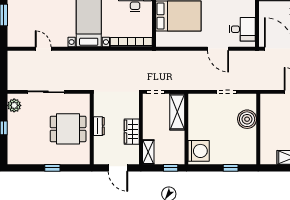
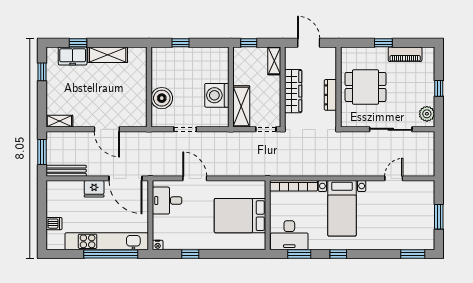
door: (43, 49) -> (394, 178), swing flipped
dresser: (99, 126) -> (330, 95), width x1.44
wardrobe: (132, 132) -> (293, 91), width x1.50
washing machine: (199, 151) -> (217, 95), moved
piano: (33, 158) -> (405, 54), added

